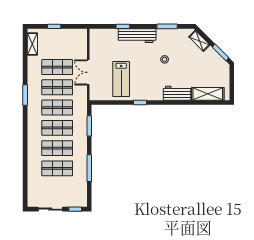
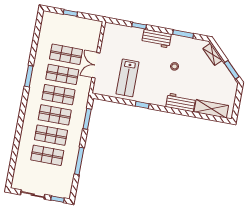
workbench: (137, 36) -> (157, 39), width x0.73
shelving: (32, 44) -> (45, 27), removed

